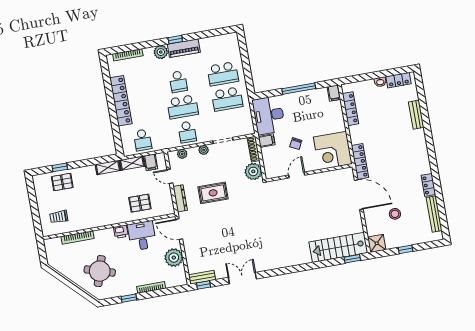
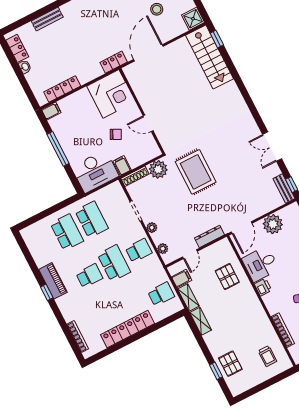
plant: (161, 52) -> (64, 303), removed
locker: (360, 161) -> (114, 62), width x0.66
rug: (213, 193) -> (196, 172), moved, width x1.36, depth x1.43

